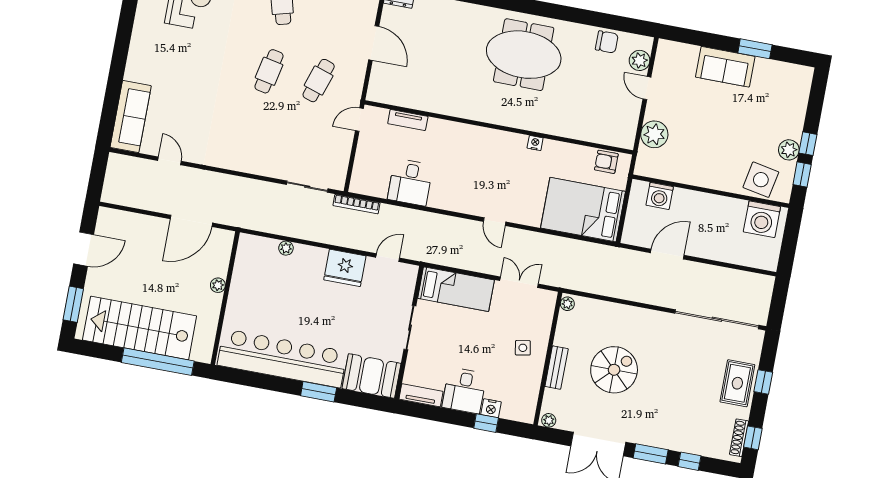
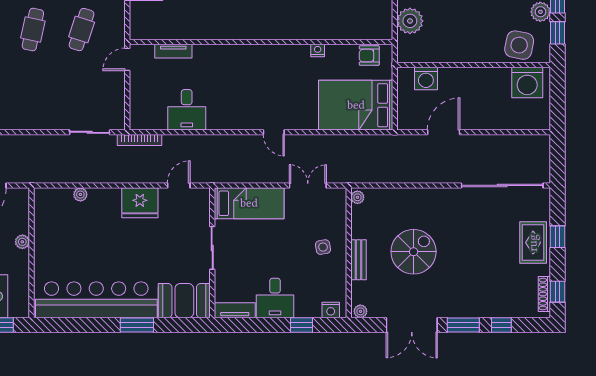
nightstand: (535, 143) -> (318, 50), moved
nightstand: (491, 408) -> (331, 310), moved

